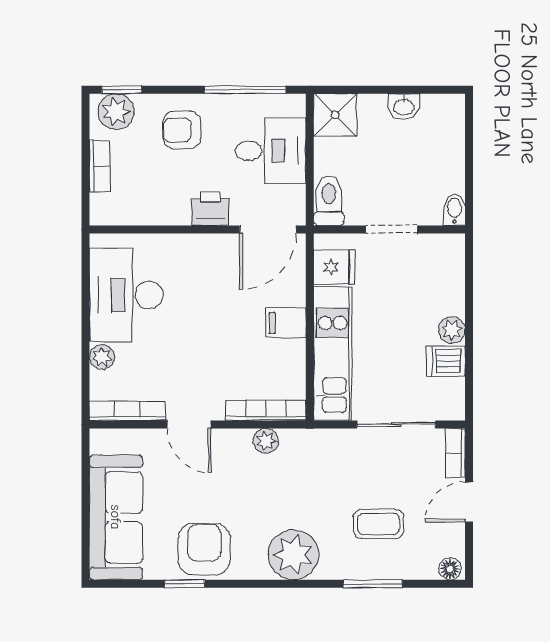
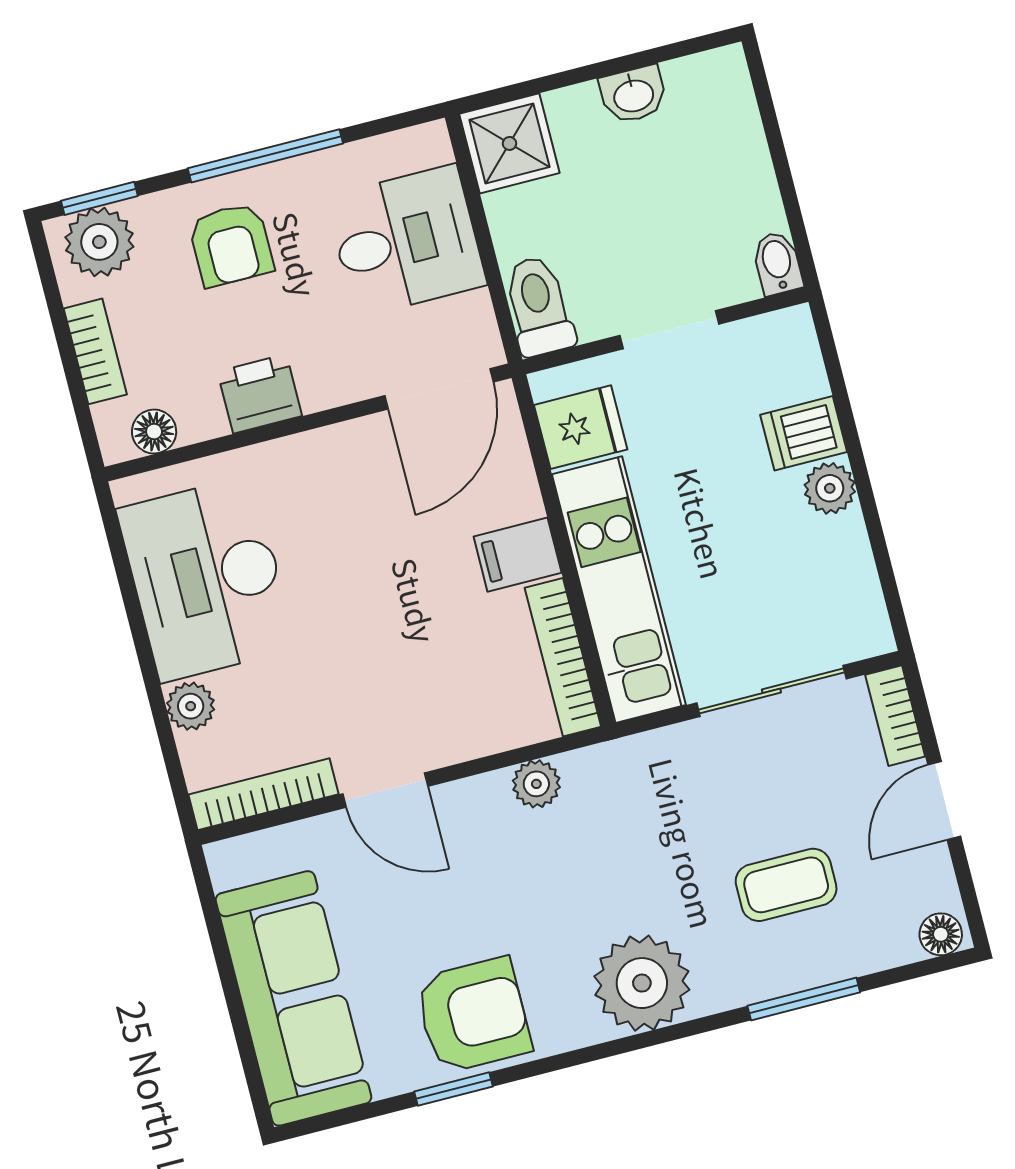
window: (245, 90) -> (265, 156), moved
armchair: (182, 130) -> (231, 245), turned -90
printer: (210, 209) -> (260, 394), moved
floor lamp: (119, 214) -> (154, 432), added
dishwasher: (446, 361) -> (804, 433), moved
bookcase: (266, 410) -> (563, 657), moved, turned -90
armchair: (204, 549) -> (473, 1015), turned 90

